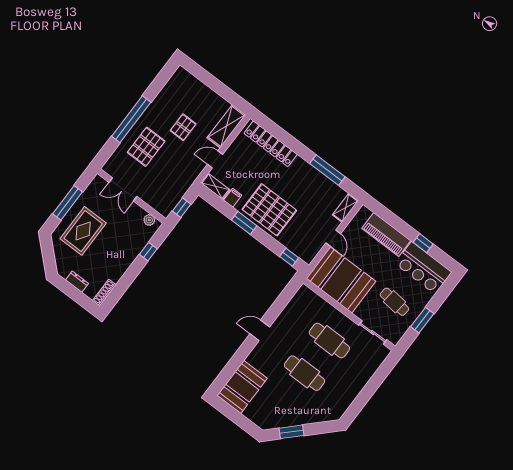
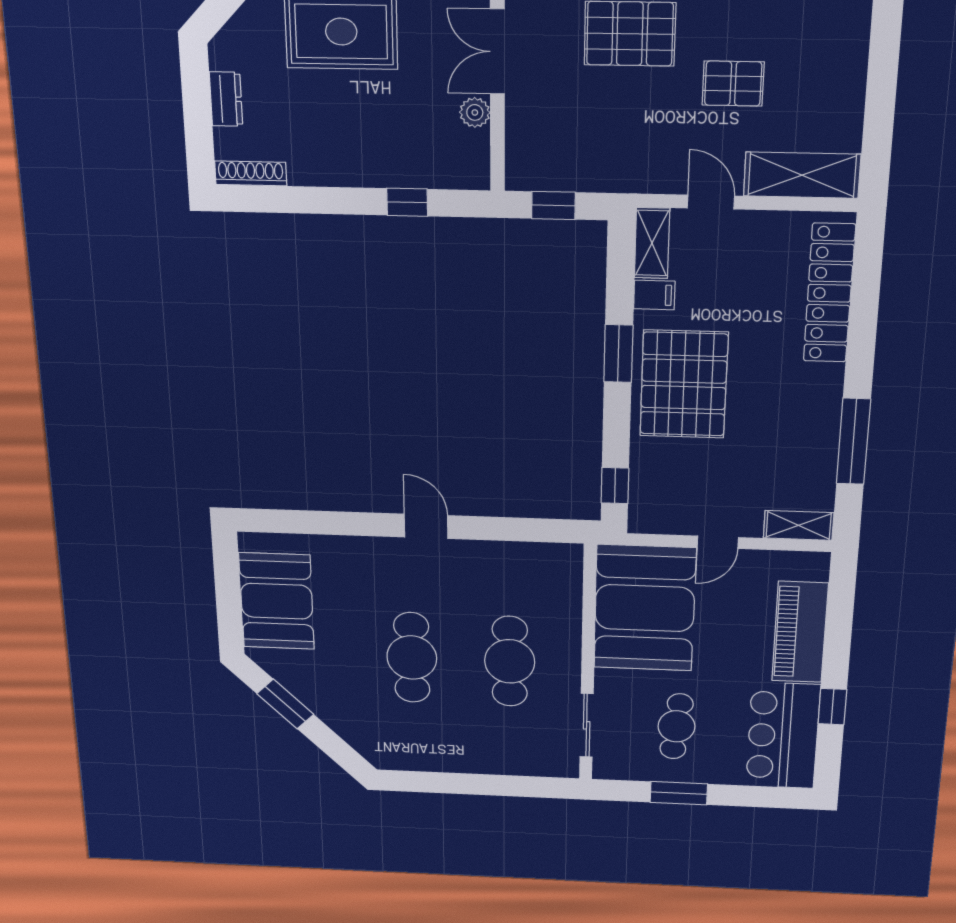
plant: (149, 220) -> (475, 112), moved
booth: (242, 387) -> (277, 601), moved, turned 90

